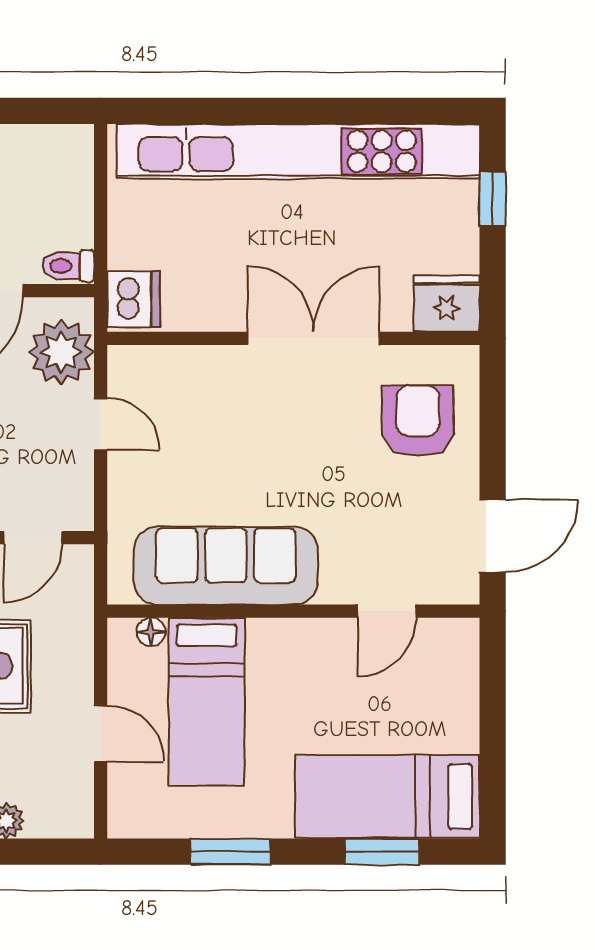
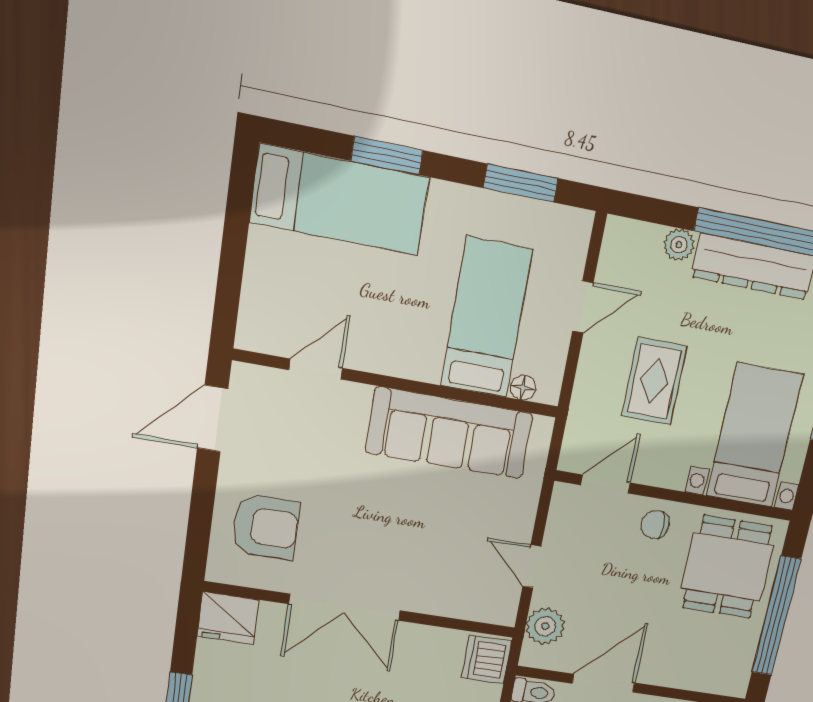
plant: (61, 352) -> (545, 626), width x0.73, depth x0.73
armchair: (418, 421) -> (266, 527), turned -90
door: (101, 734) -> (583, 307), swing flipped
window: (231, 852) -> (521, 183), moved
window: (382, 852) -> (387, 156), moved

